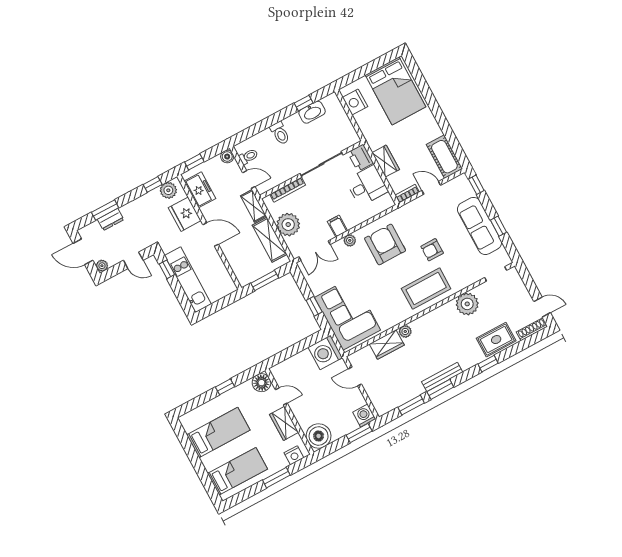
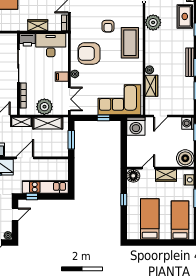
desk: (367, 186) -> (51, 45), width x1.37

